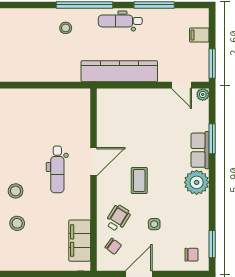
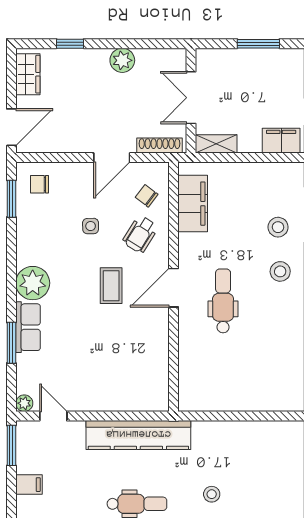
door: (94, 162) -> (174, 288), moved

